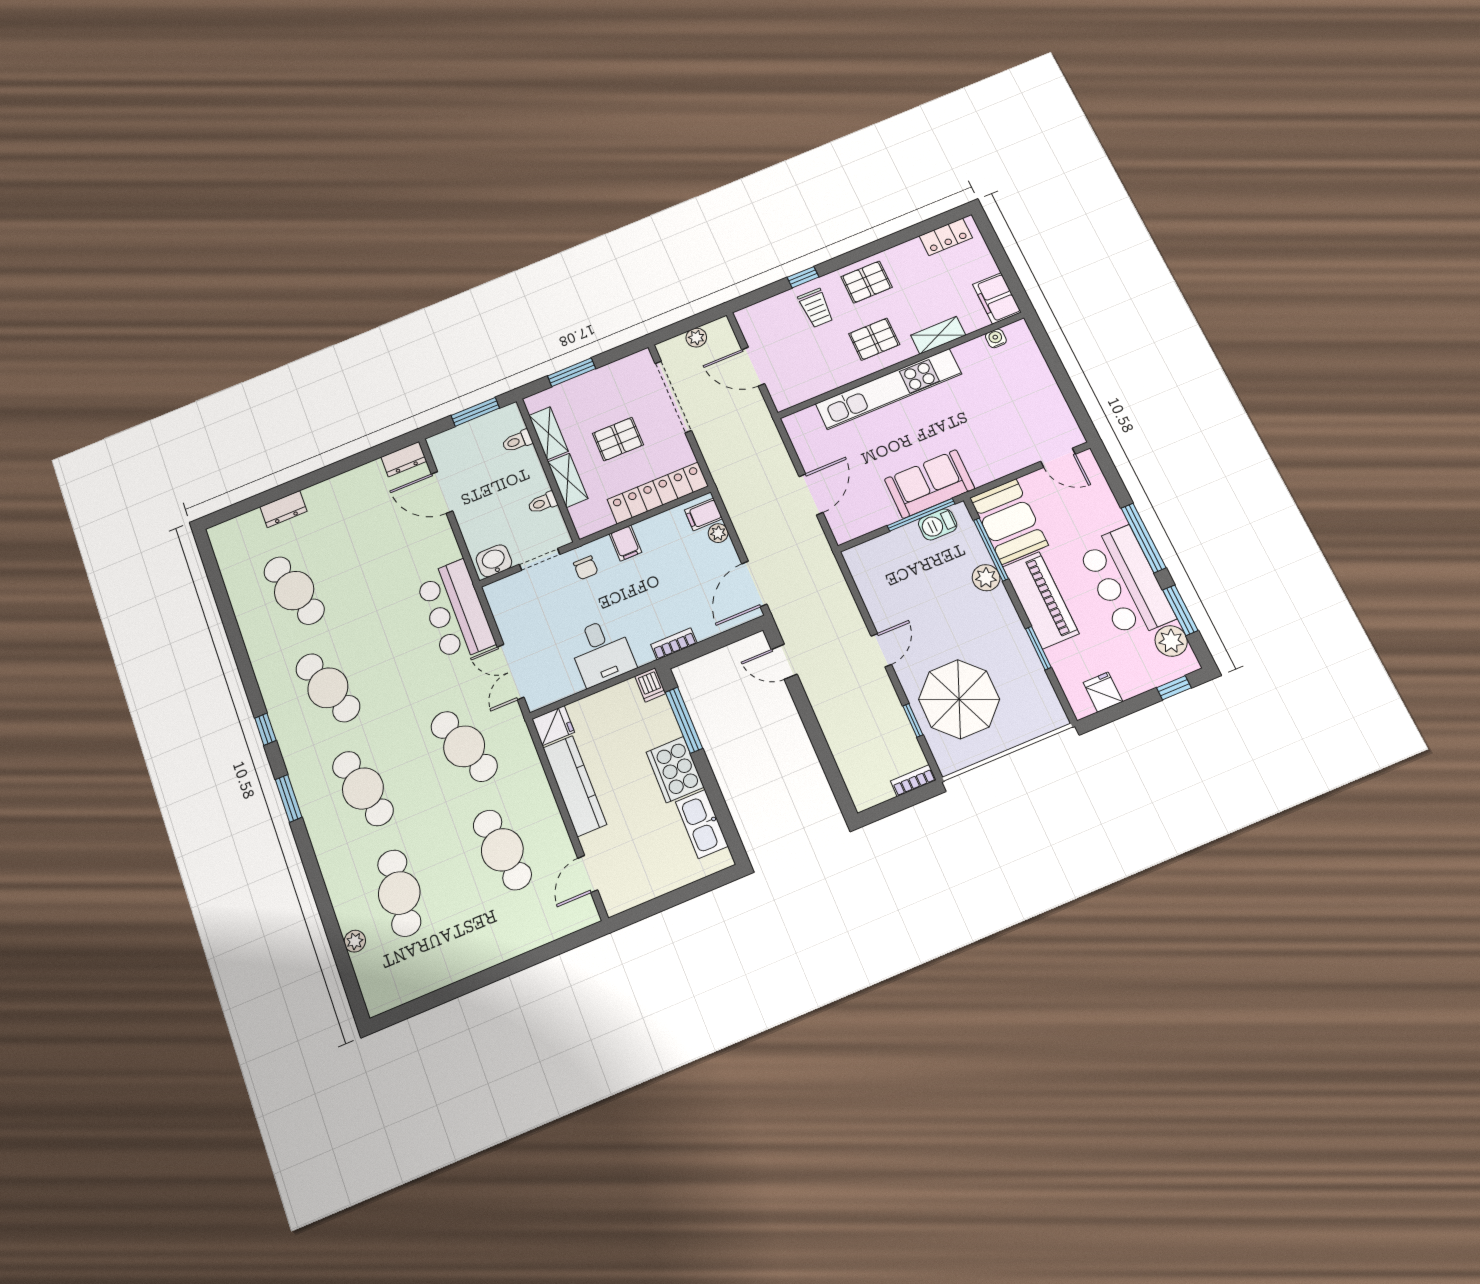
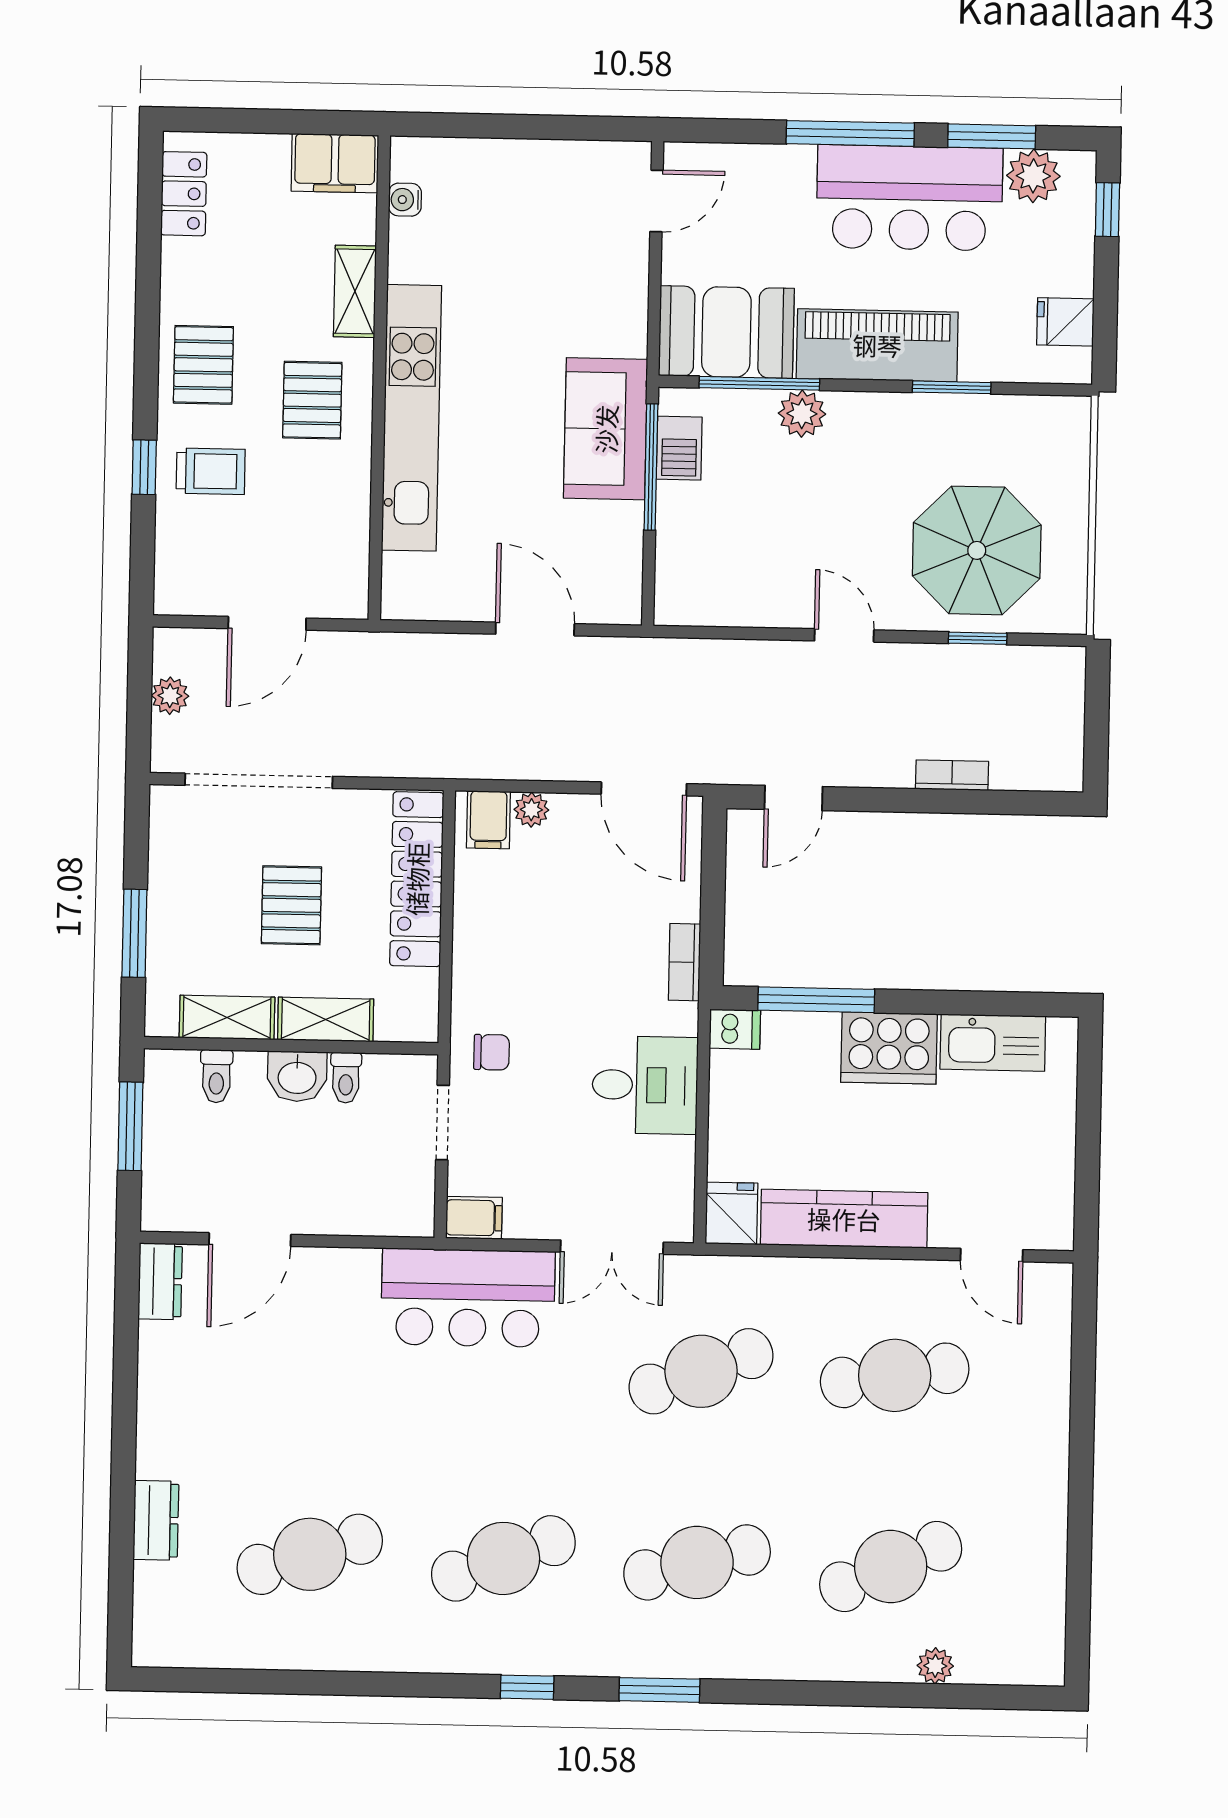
filing cabinet: (626, 543) -> (474, 1218), moved
washbasin: (494, 561) -> (297, 1076), moved, turned -90
bookcase: (913, 781) -> (952, 775), moved, turned 90
cafe table: (399, 893) -> (891, 1567), turned -30

